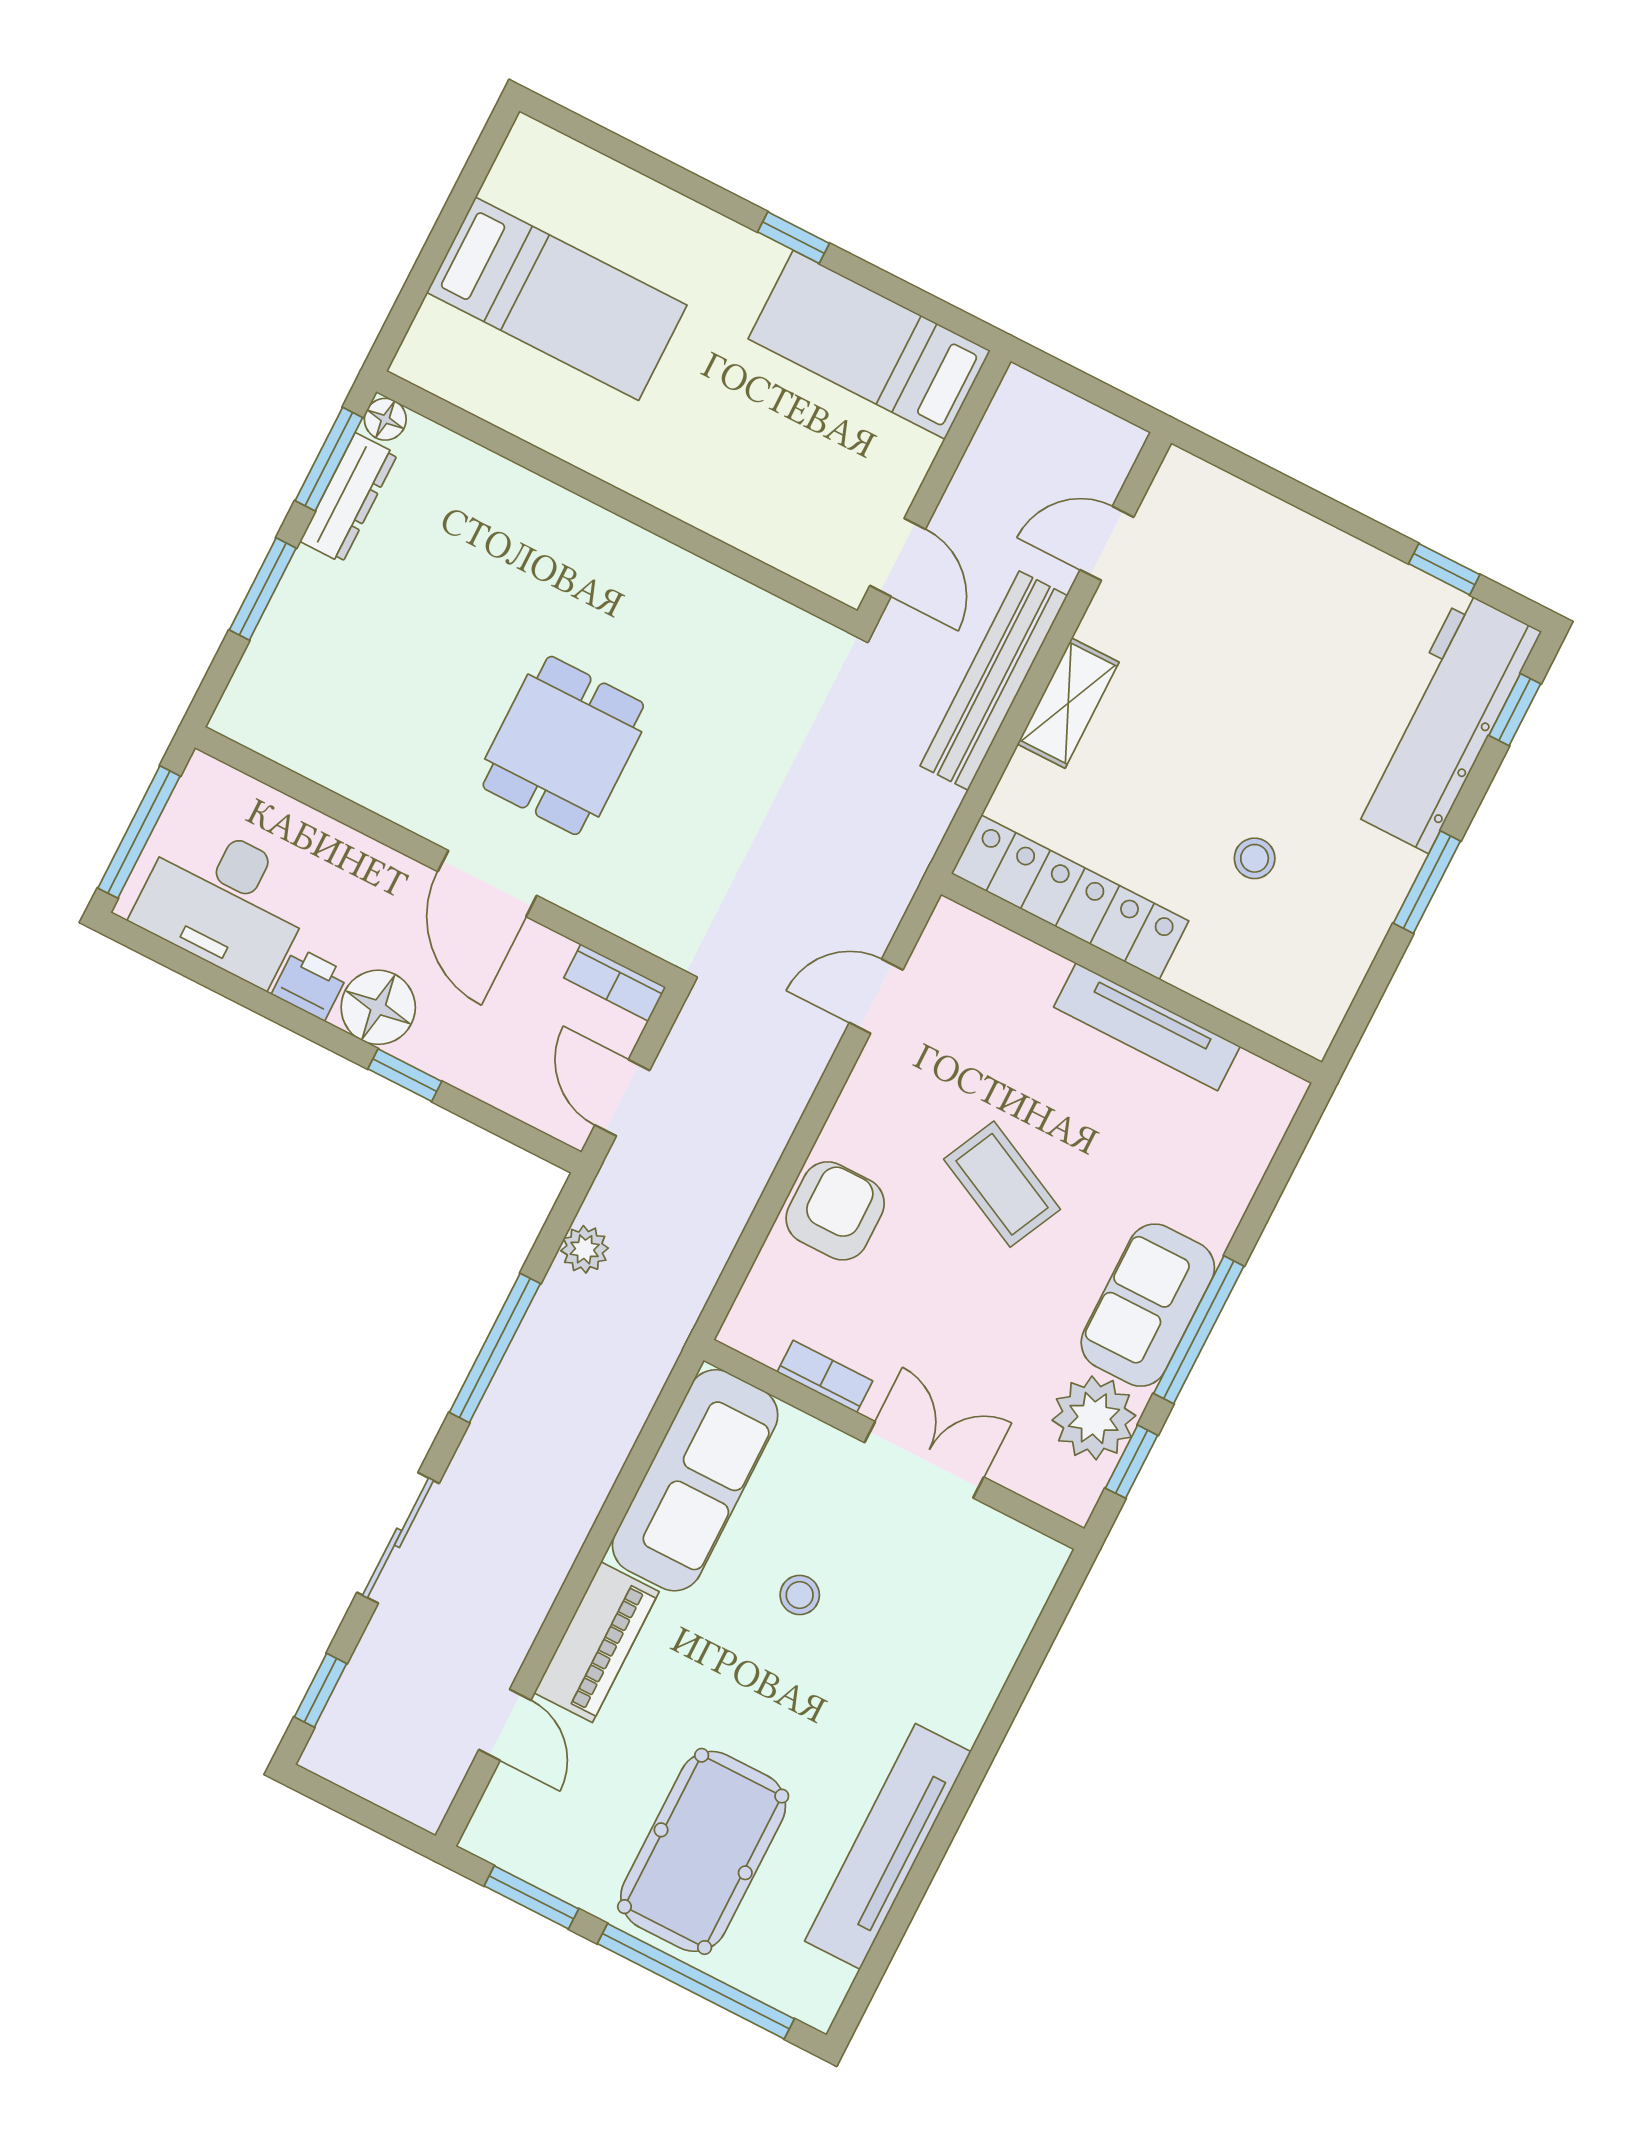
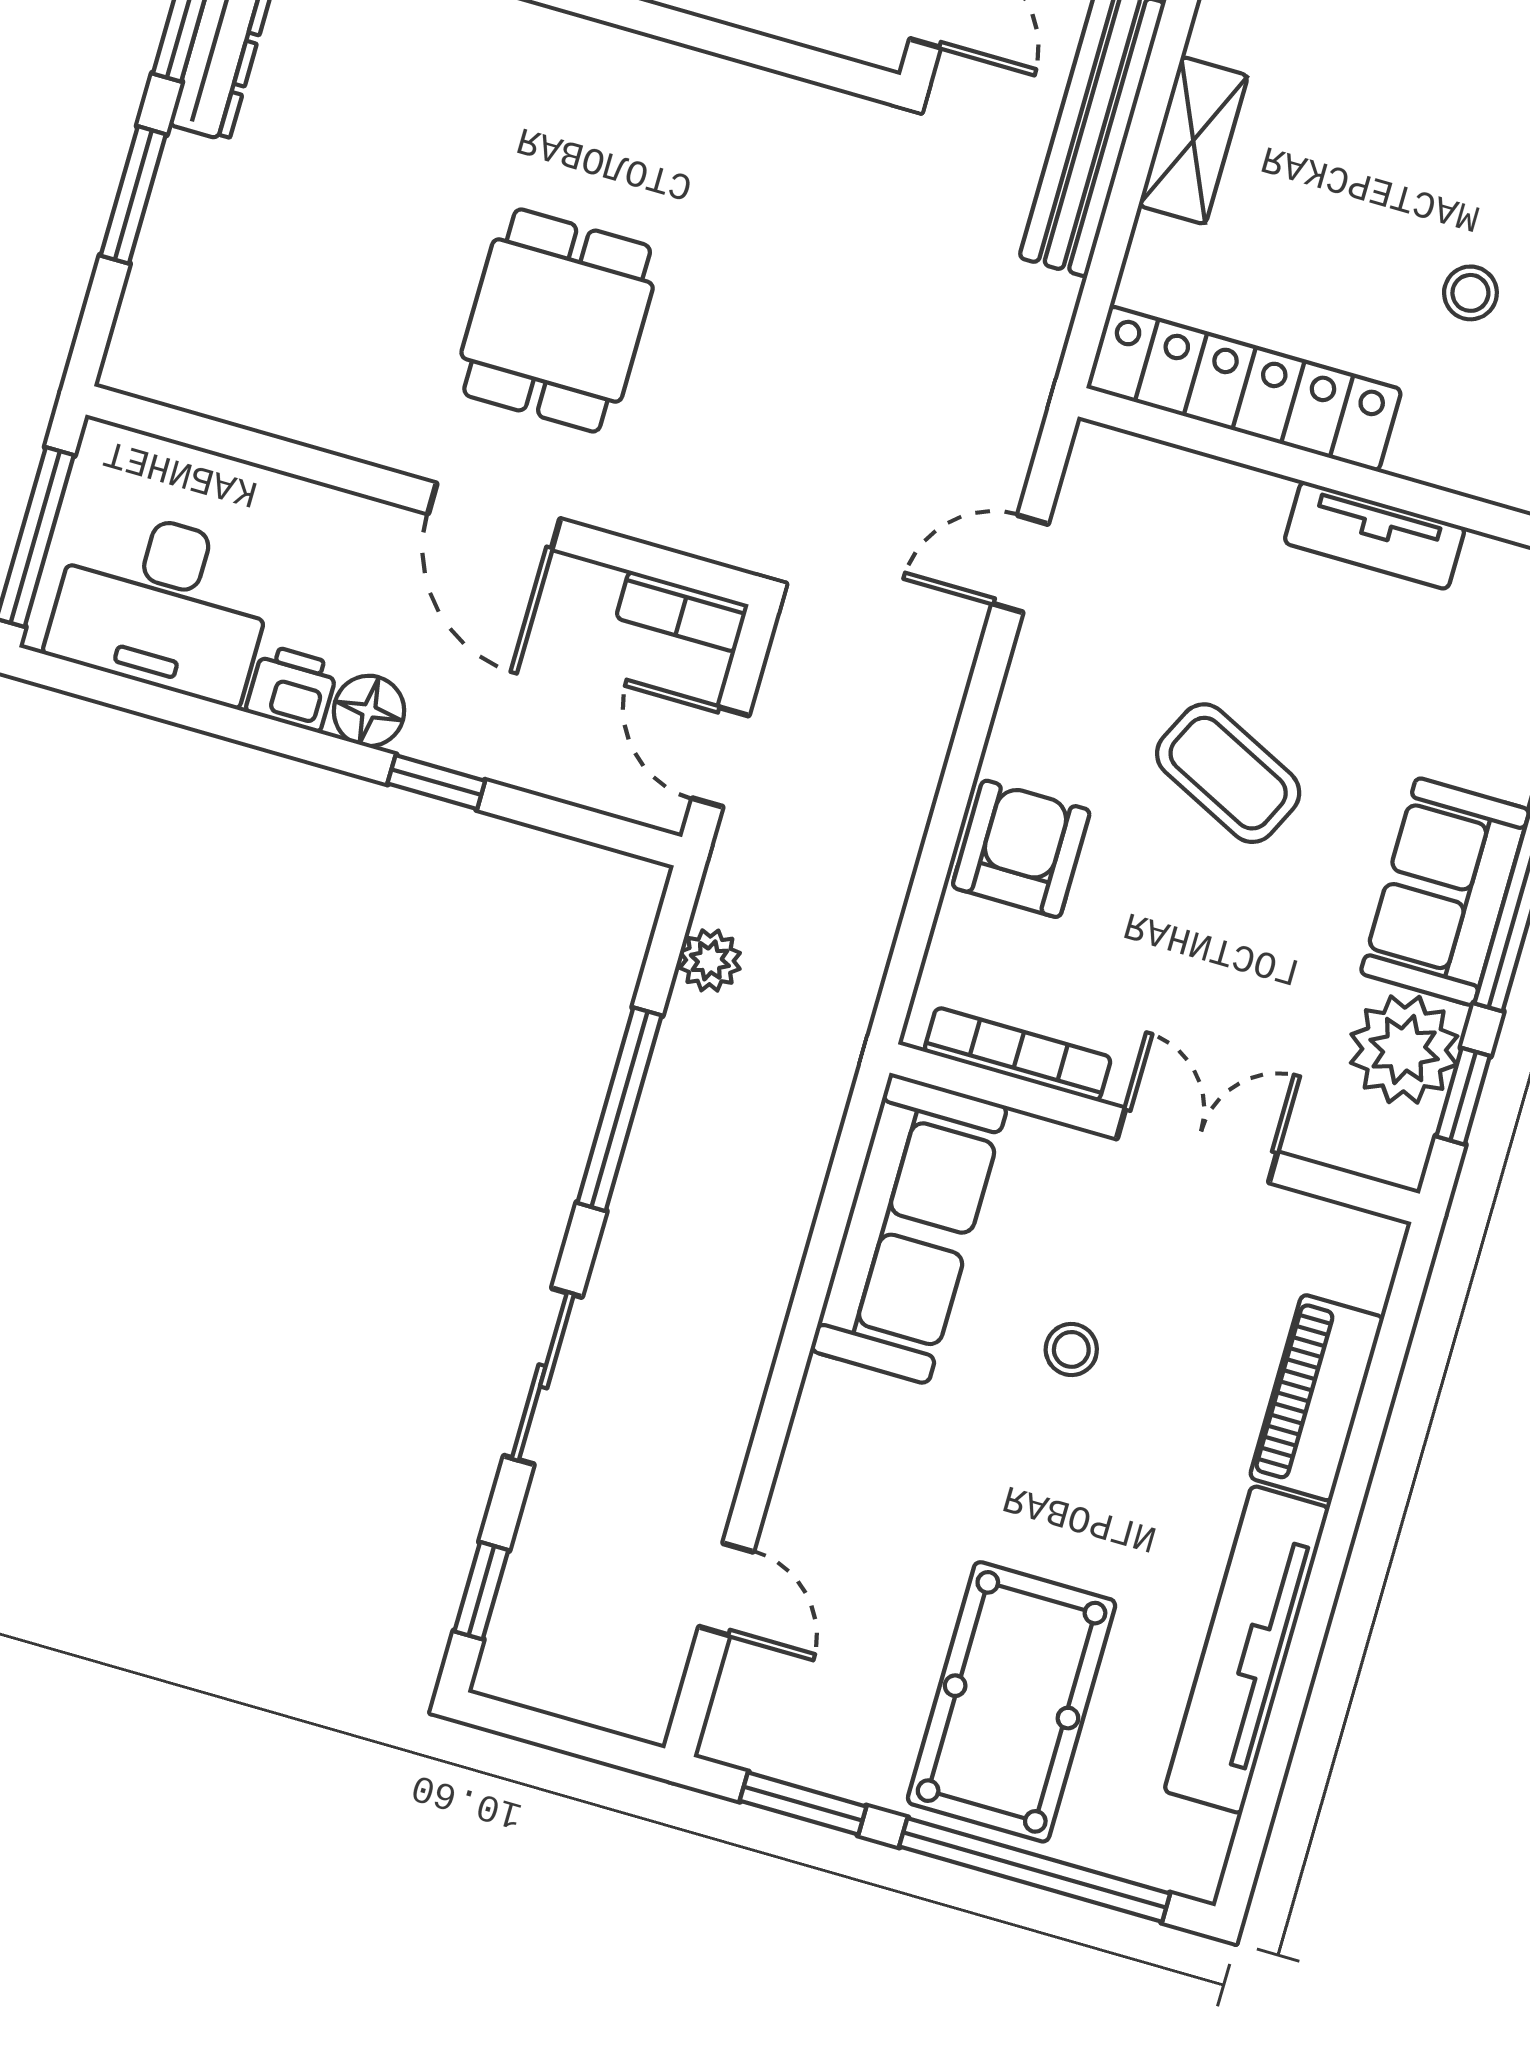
floor lamp: (378, 1007) -> (369, 711), width x0.73, depth x0.73
tv unit: (1147, 1027) -> (1374, 535), width x0.71
bookcase: (825, 1376) -> (1018, 1054), width x1.56
piano: (597, 1642) -> (1317, 1398), moved, turned 180

